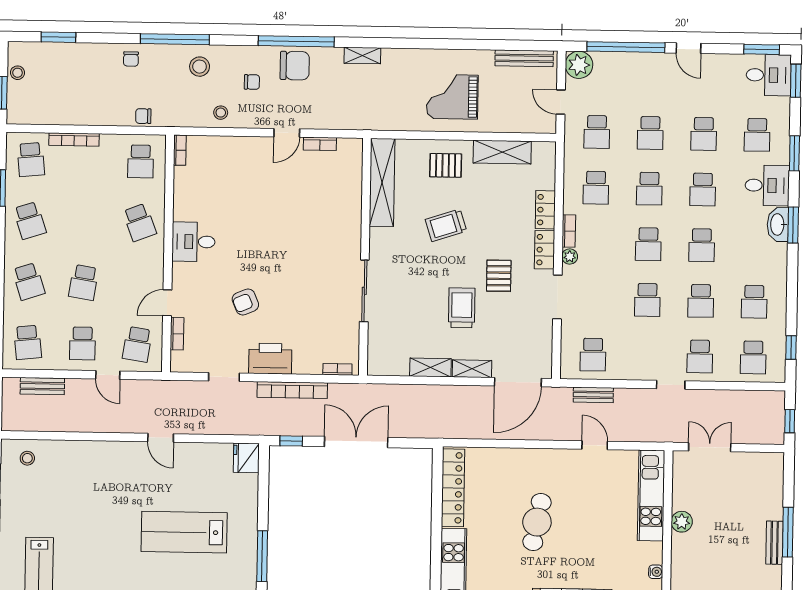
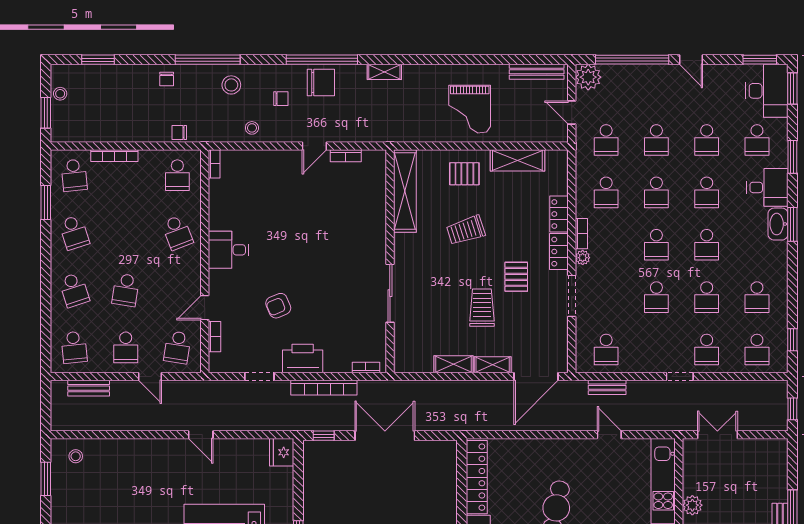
desk: (769, 75) -> (767, 91), width x1.37
grand piano: (452, 97) -> (470, 109), turned -90

